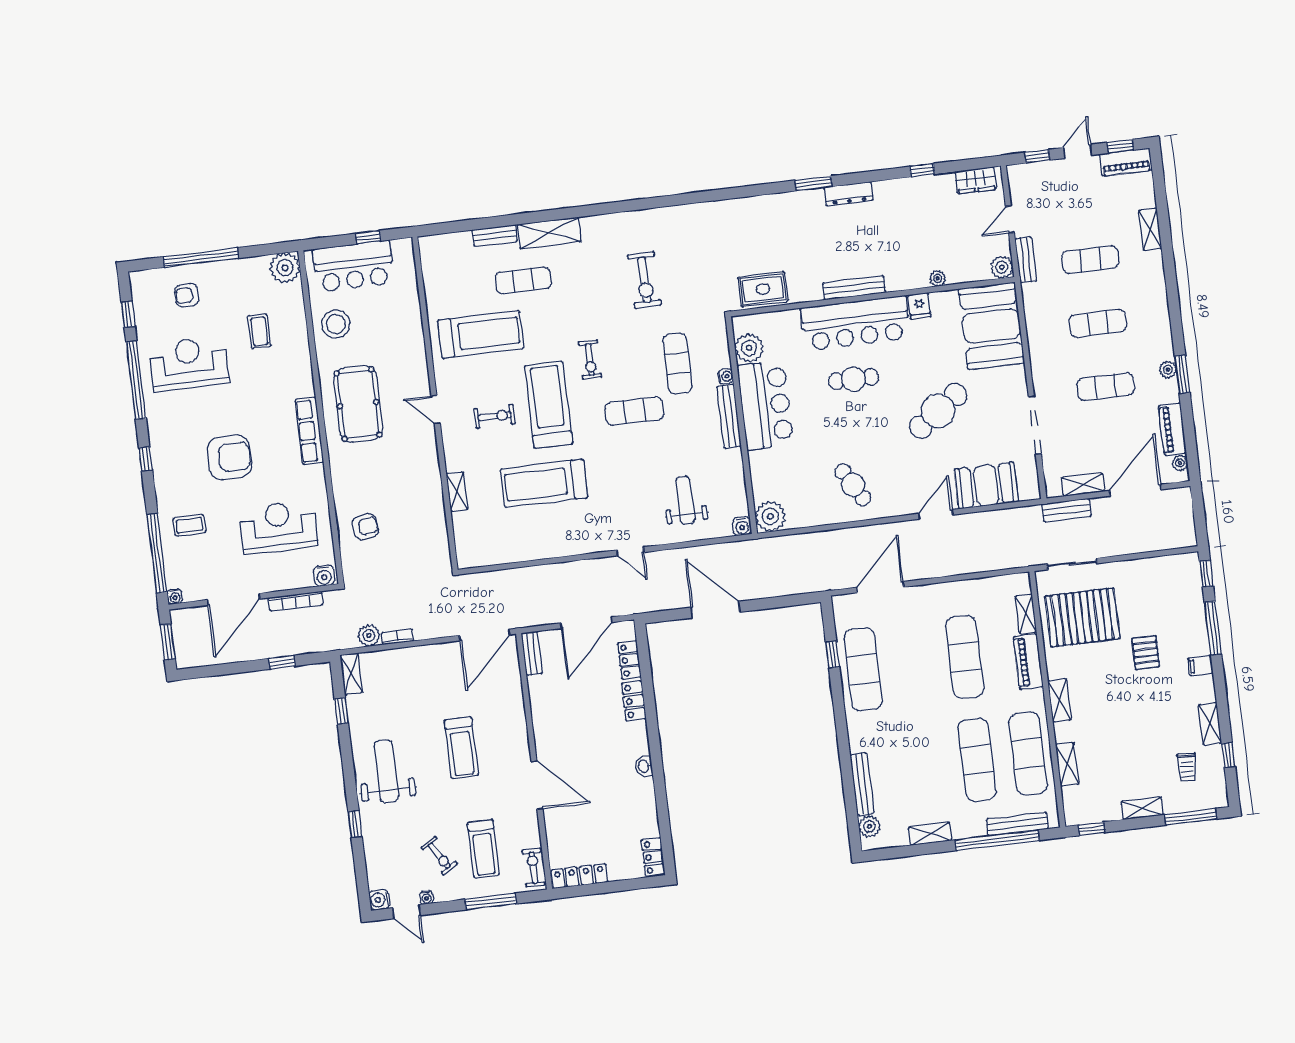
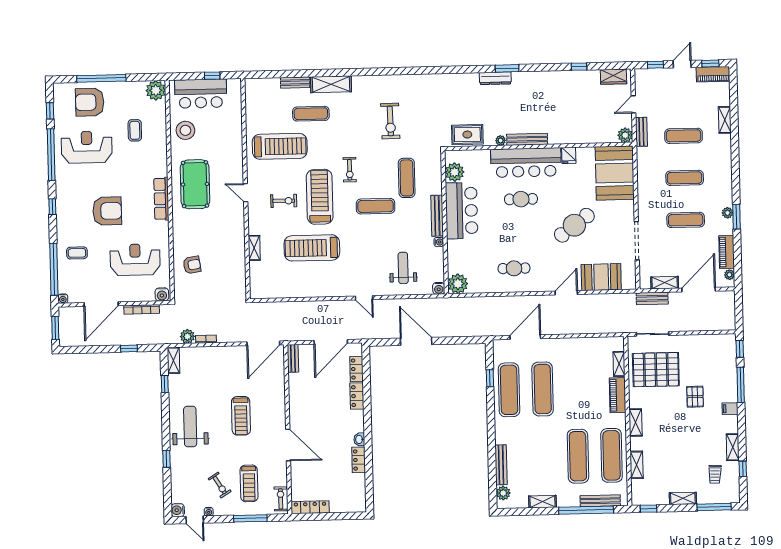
dresser: (849, 194) -> (495, 78), moved
plant: (938, 278) -> (501, 140), moved
armchair: (187, 295) -> (90, 102), width x1.88, depth x1.88
water cooler: (726, 376) -> (439, 242), moved
cafe table: (853, 485) -> (514, 268), turned -60
exercise mat: (965, 657) -> (543, 389), moved
locker: (653, 857) -> (359, 460), moved

